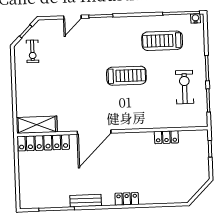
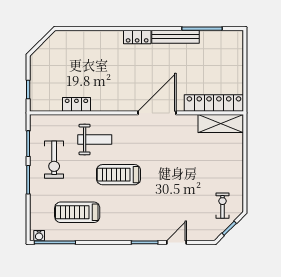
treadmill: (162, 41) -> (77, 212), turned 180
weight bench: (149, 106) -> (95, 139), added
locker: (127, 199) -> (137, 37), moved
bench: (86, 201) -> (176, 37), width x1.36

